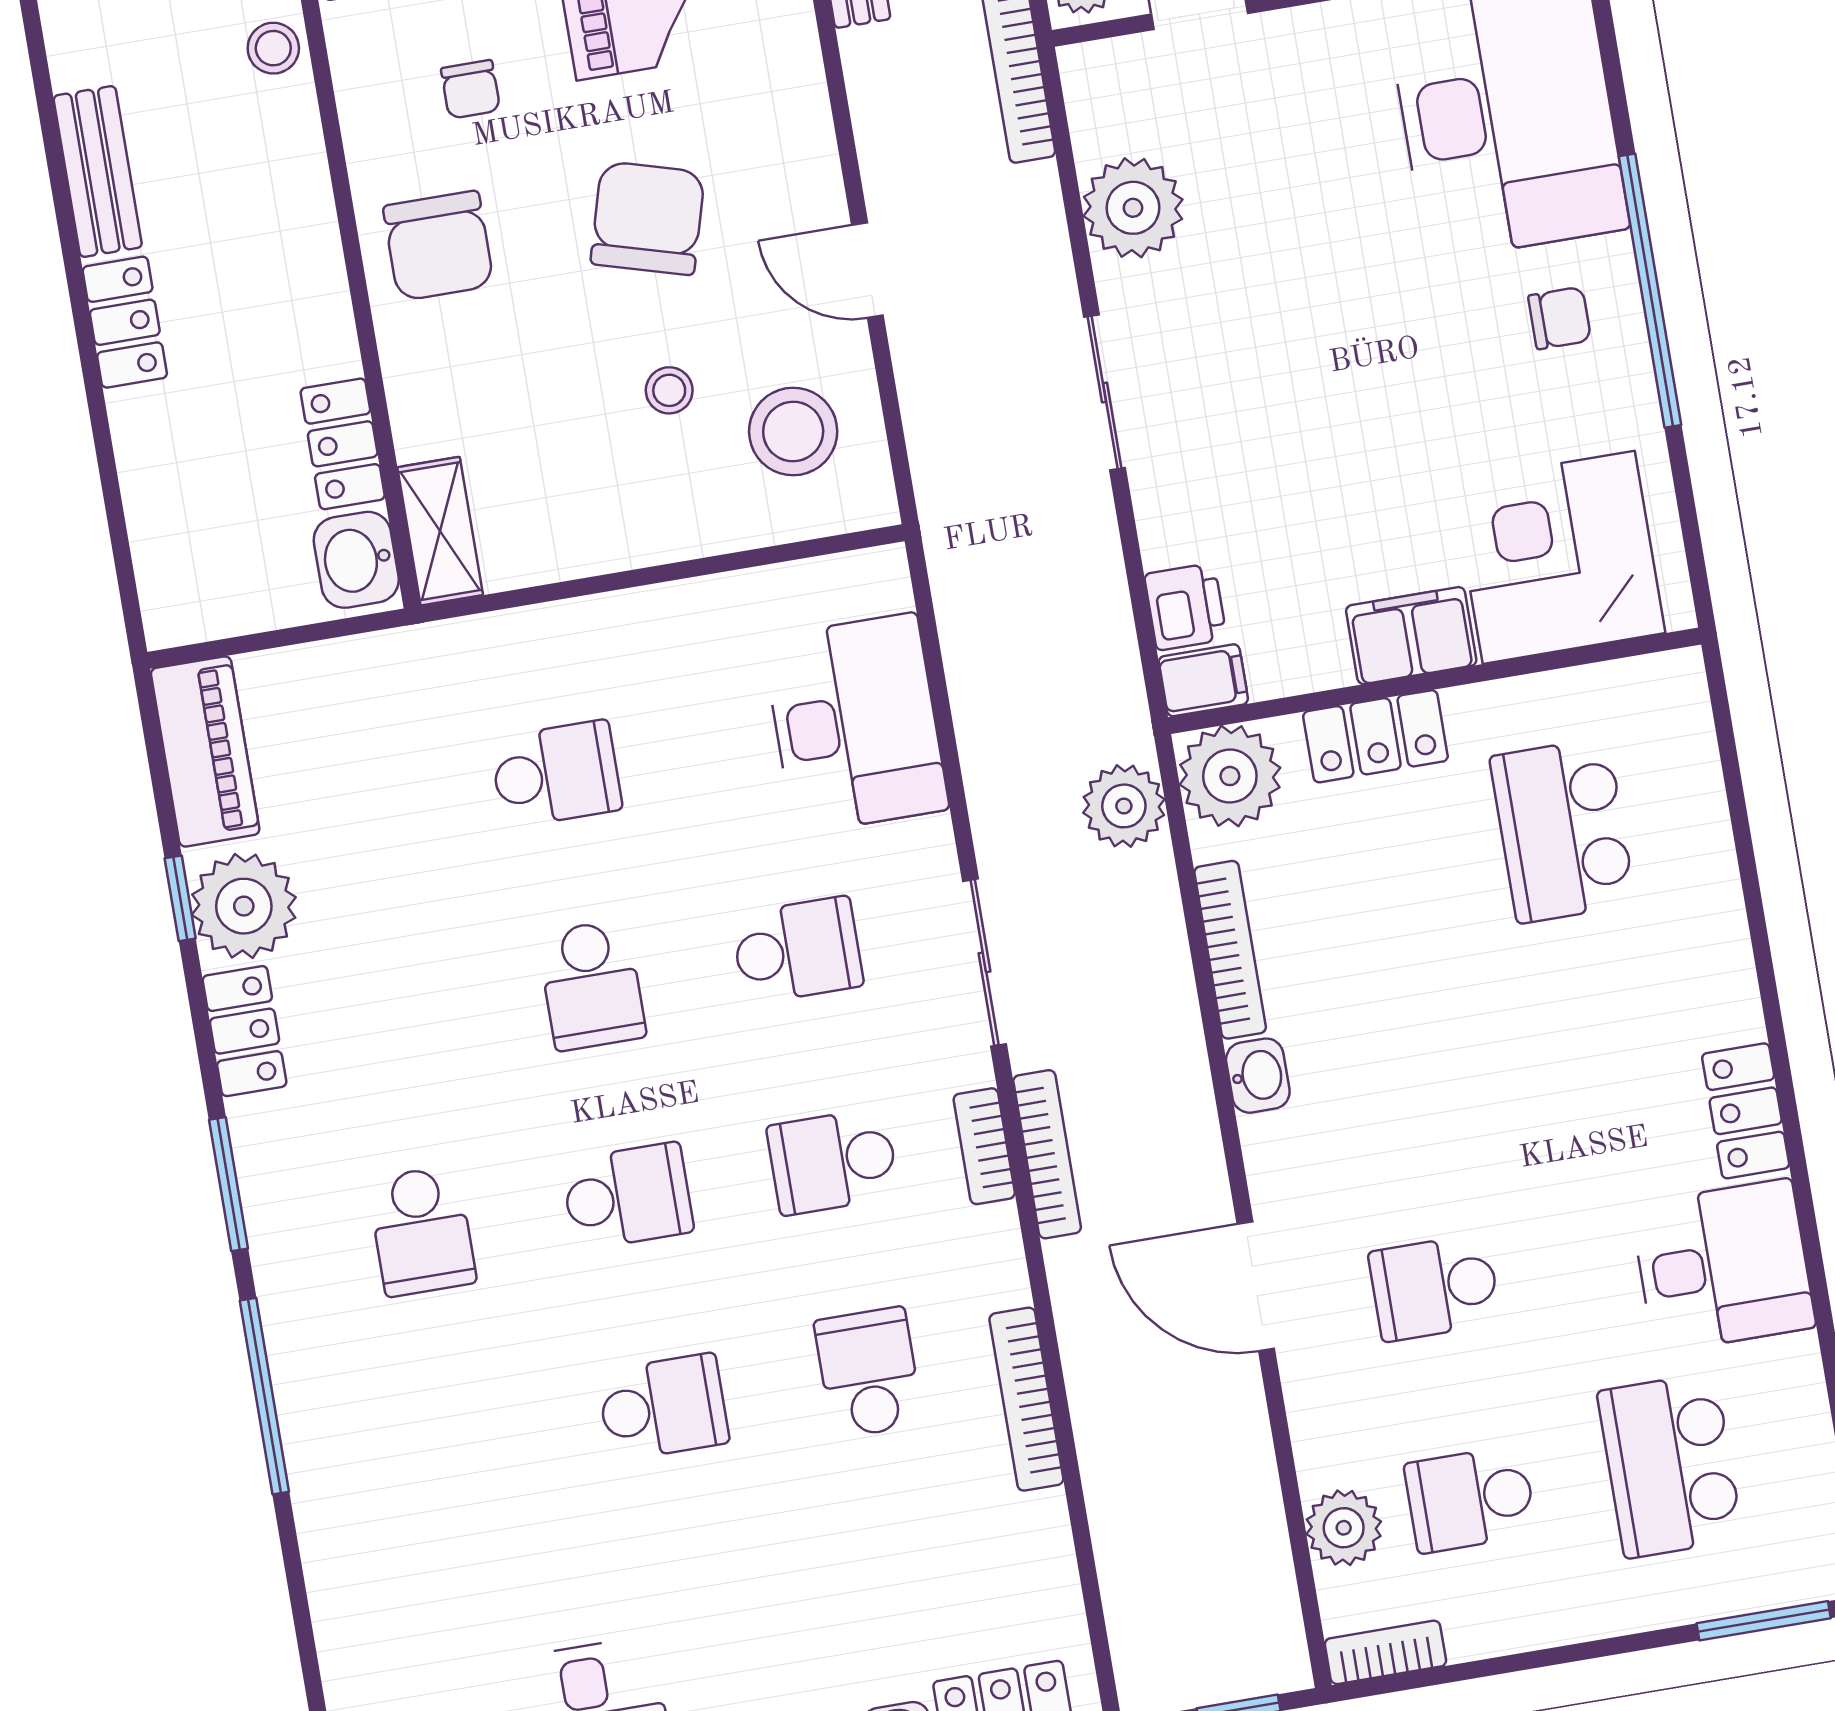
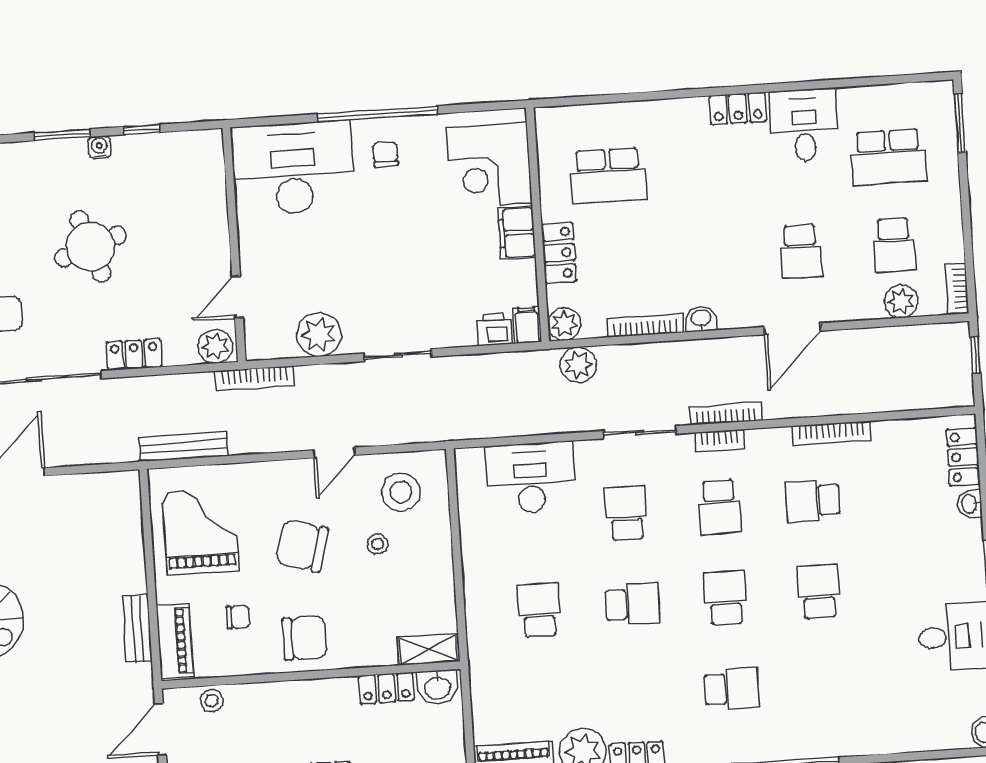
plant: (1230, 776) -> (564, 324), width x0.73, depth x0.73

